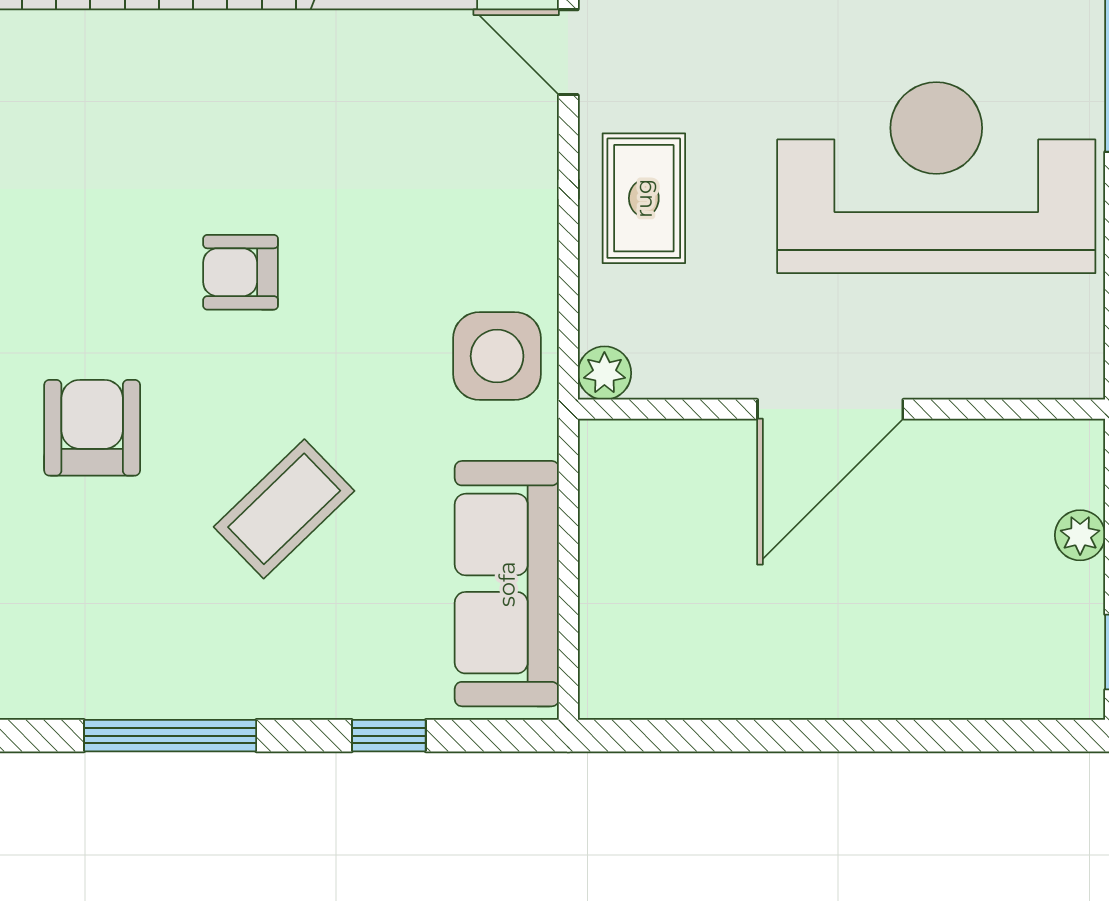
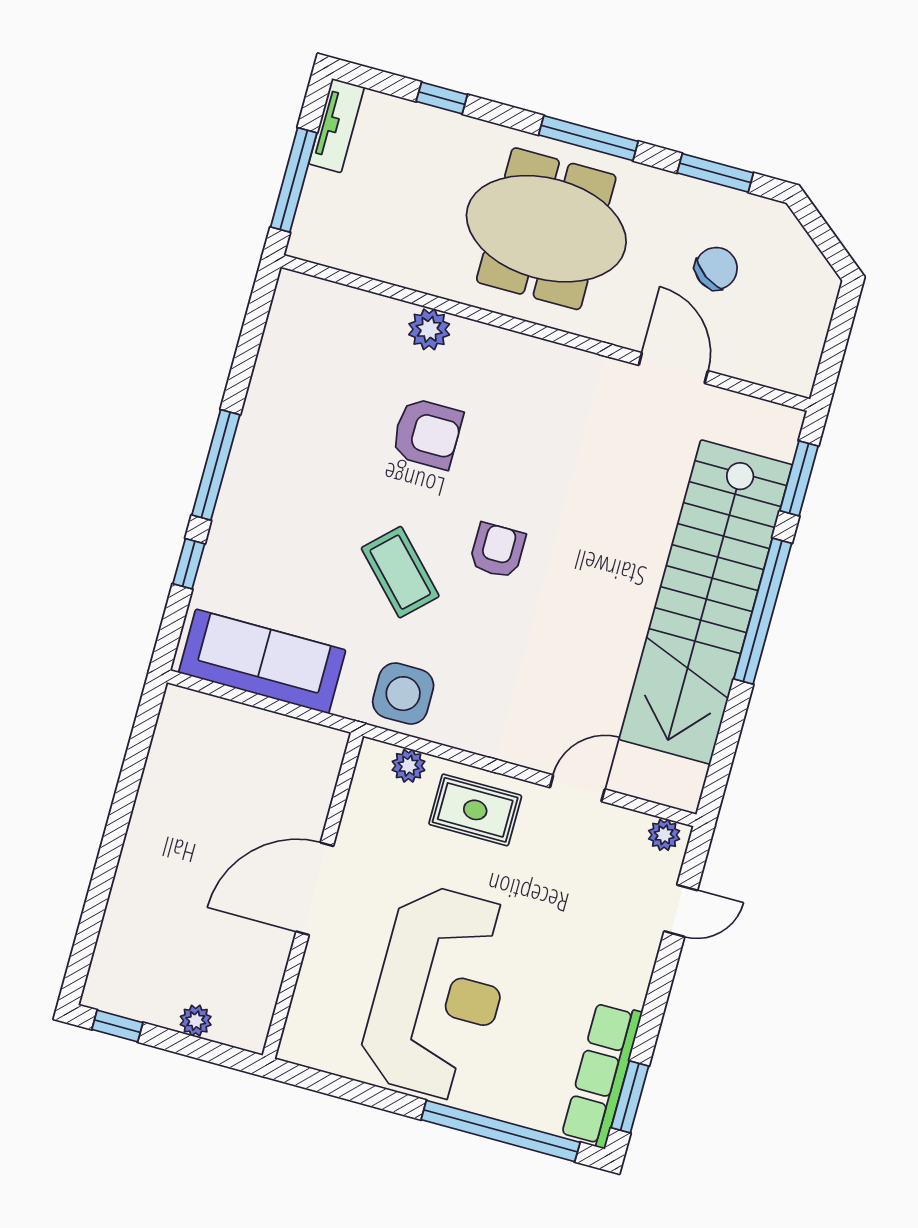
plant: (604, 373) -> (408, 766), moved
door: (830, 409) -> (315, 889), hinge flipped
coffee table: (284, 509) -> (400, 572), moved
window: (170, 736) -> (216, 465), moved

